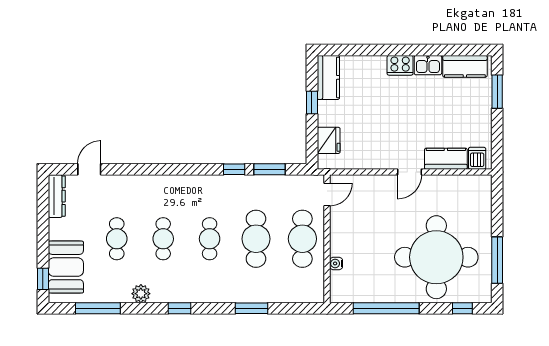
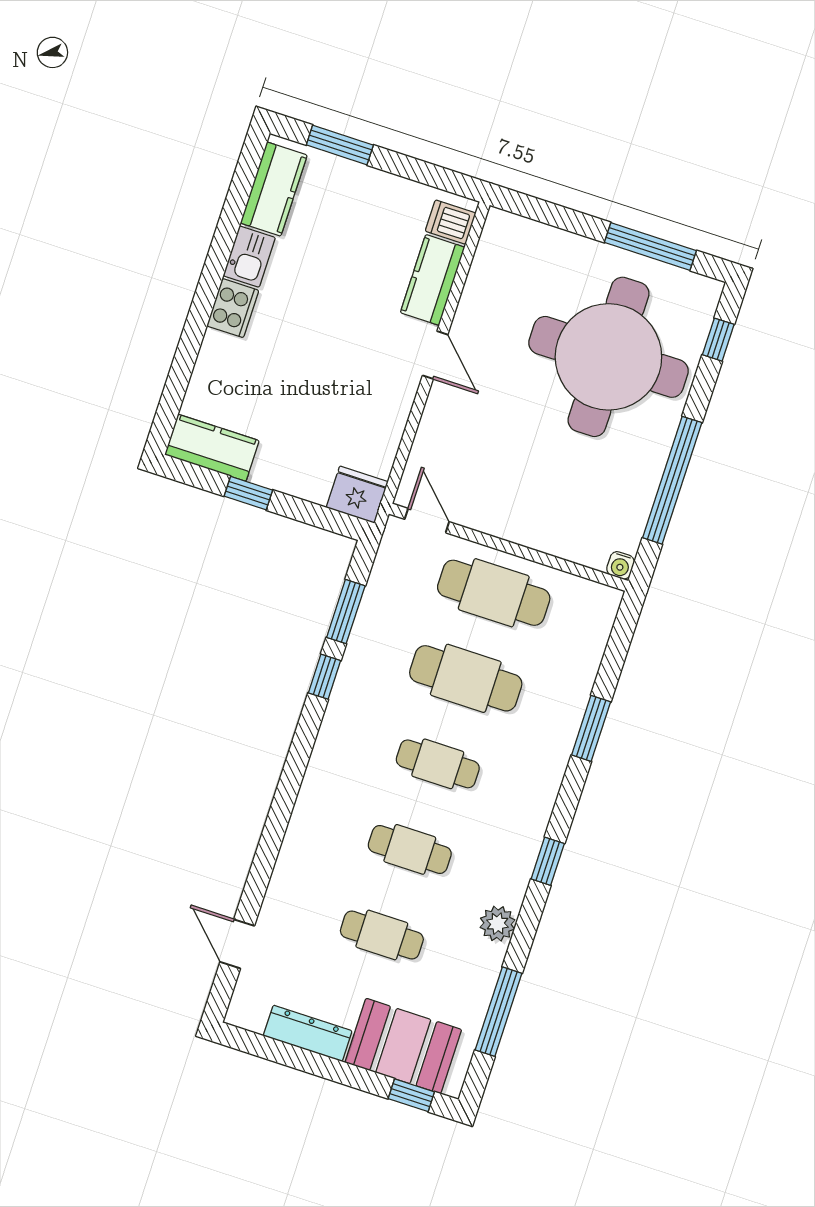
fridge: (329, 140) -> (357, 495), moved
dresser: (57, 196) -> (308, 1033), moved
water cooler: (336, 263) -> (620, 565), moved

